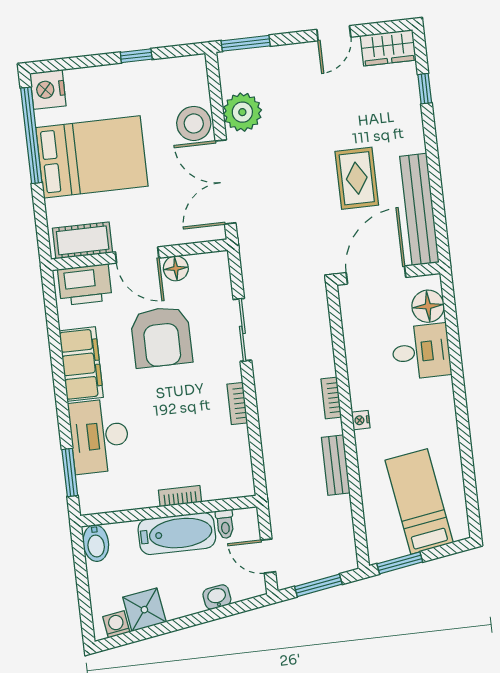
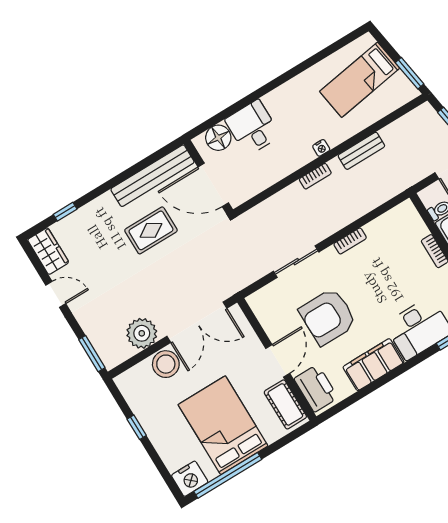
floor lamp: (176, 268) -> (274, 329), removed
armchair: (161, 337) -> (328, 317), turned 180

